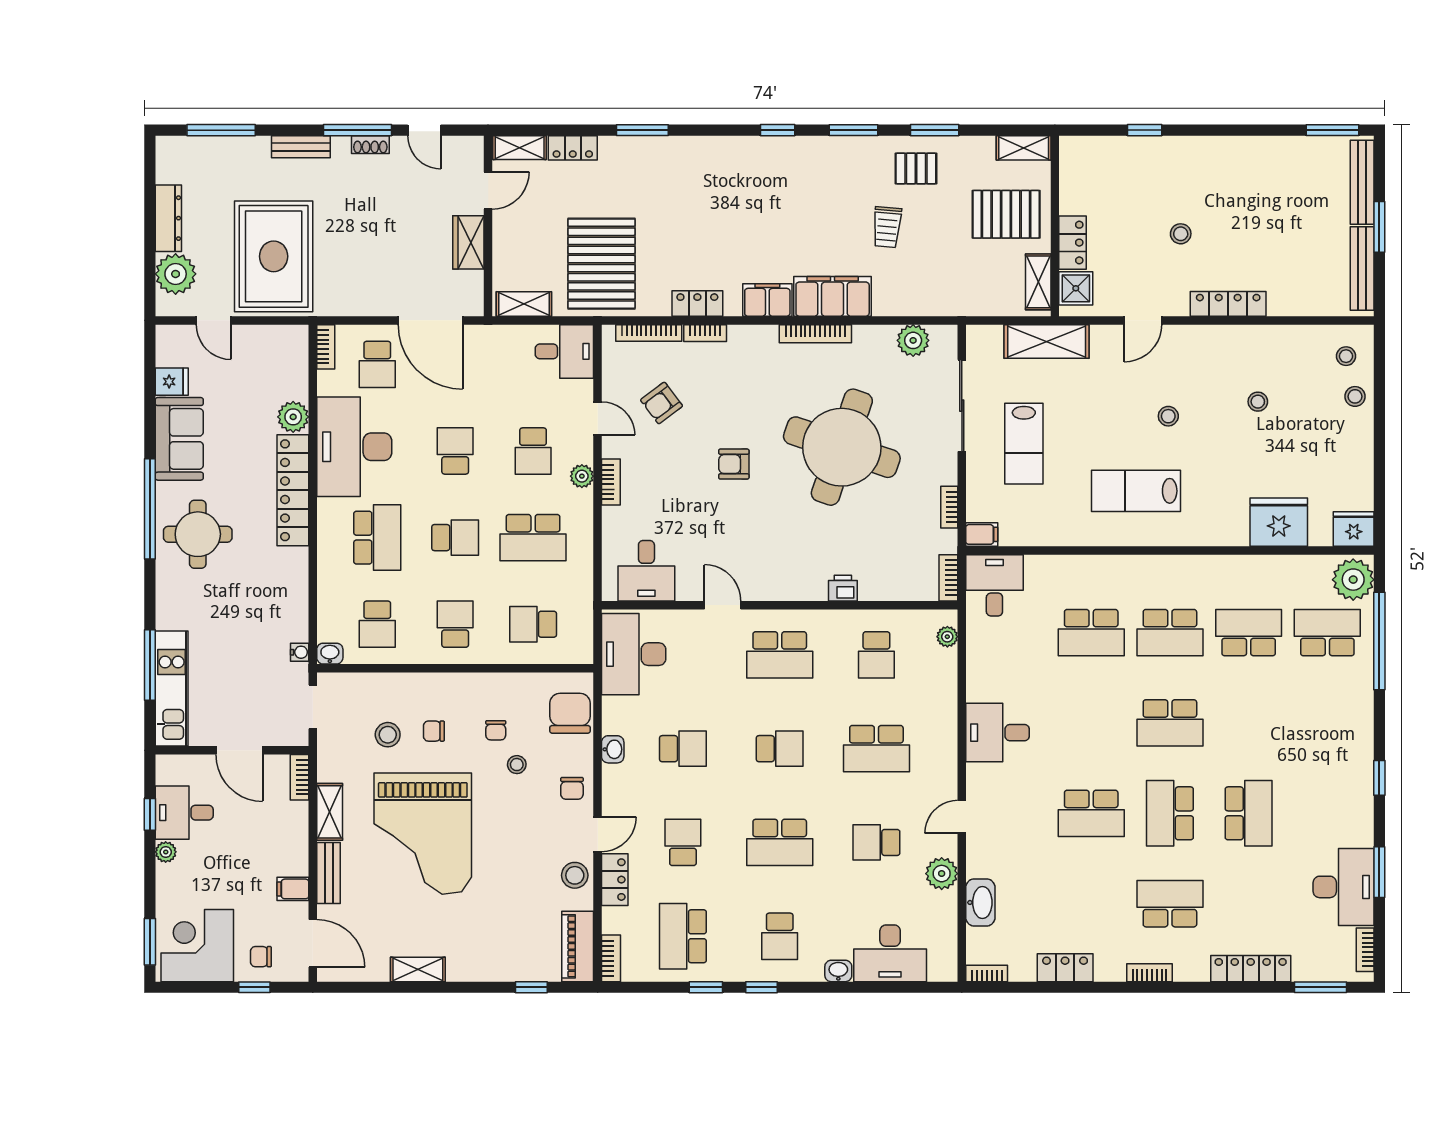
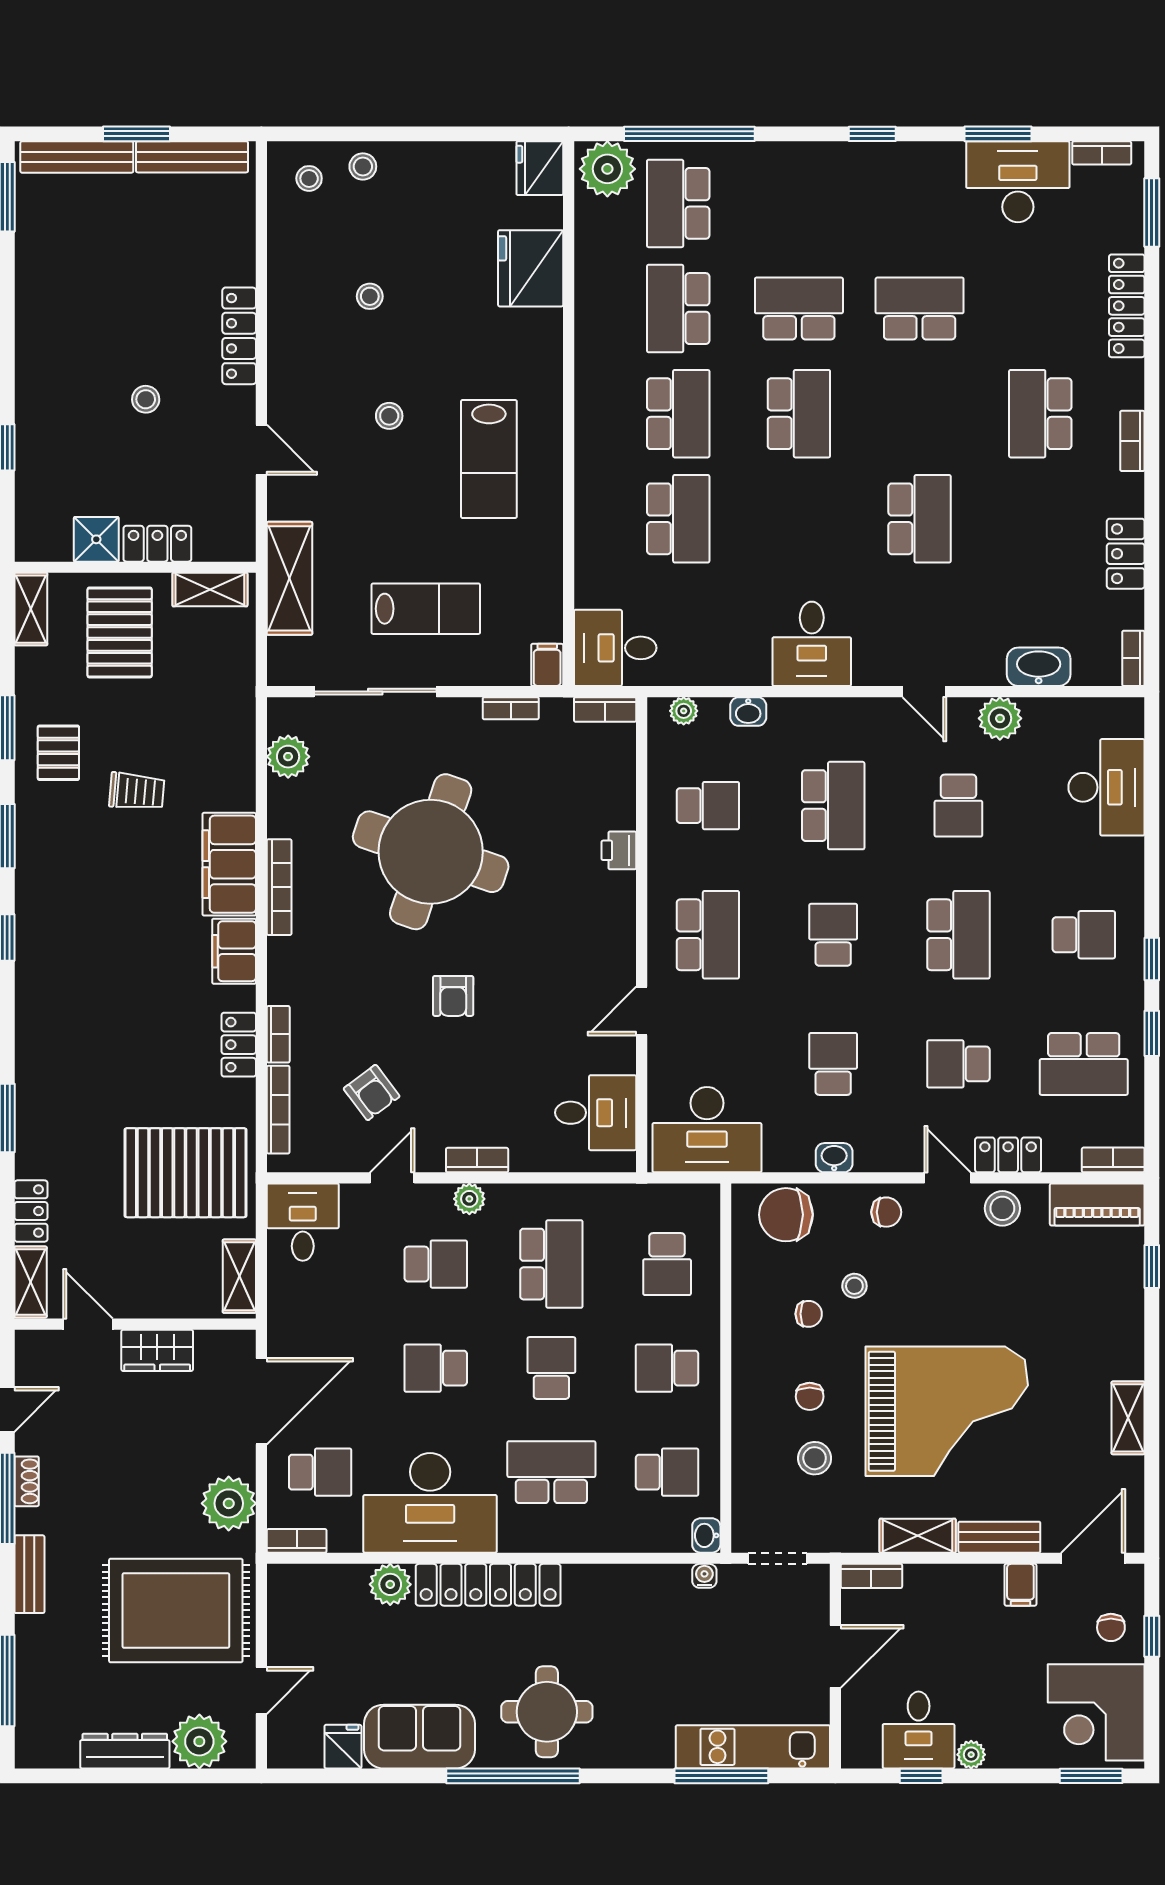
shower: (1076, 288) -> (96, 539), moved
plant: (354, 296) -> (229, 1503), added
school desk: (1170, 813) -> (799, 309), moved, turned 180
washbasin: (838, 971) -> (748, 712), moved, turned -90

